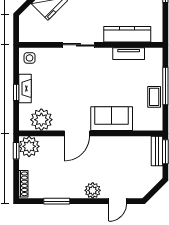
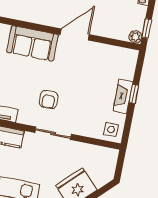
armchair: (88, 73) -> (49, 99), added
plant: (41, 120) -> (111, 58), removed
plant: (29, 146) -> (135, 37), width x0.53, depth x0.53

